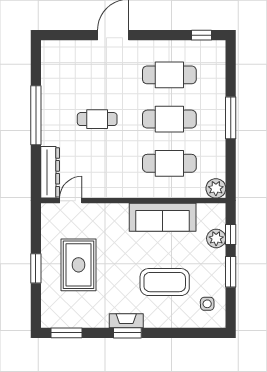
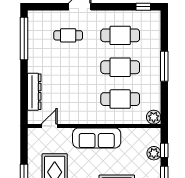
window: (36, 115) -> (24, 38), moved
cafe table: (97, 119) -> (68, 35), moved
dresser: (50, 172) -> (34, 92), moved
sofa: (163, 217) -> (97, 138), moved

